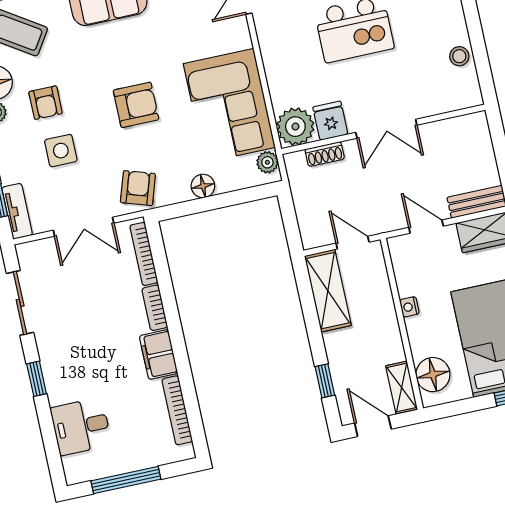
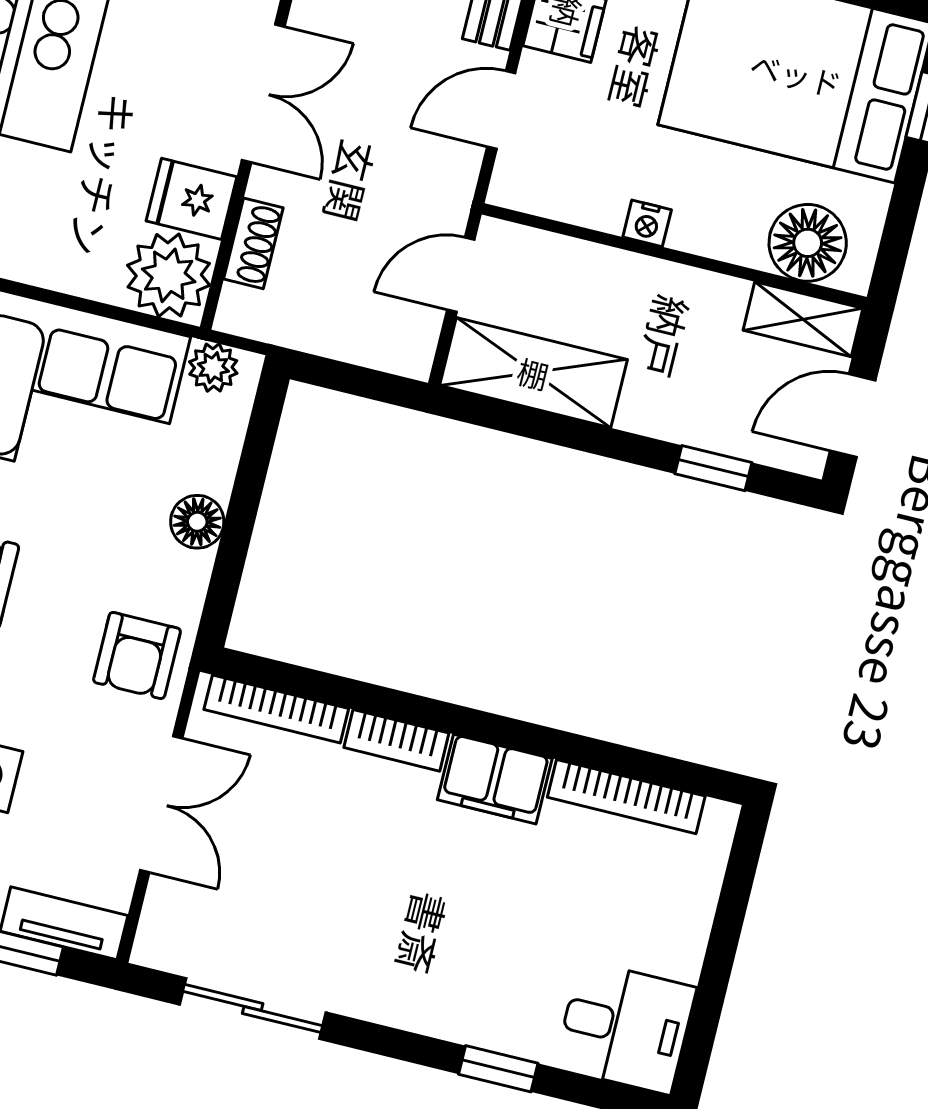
armchair: (138, 188) -> (137, 656), turned -108
window: (37, 379) -> (498, 1069), moved
desk: (81, 426) -> (625, 1027), moved, turned -90
window: (126, 480) -> (717, 970), removed

